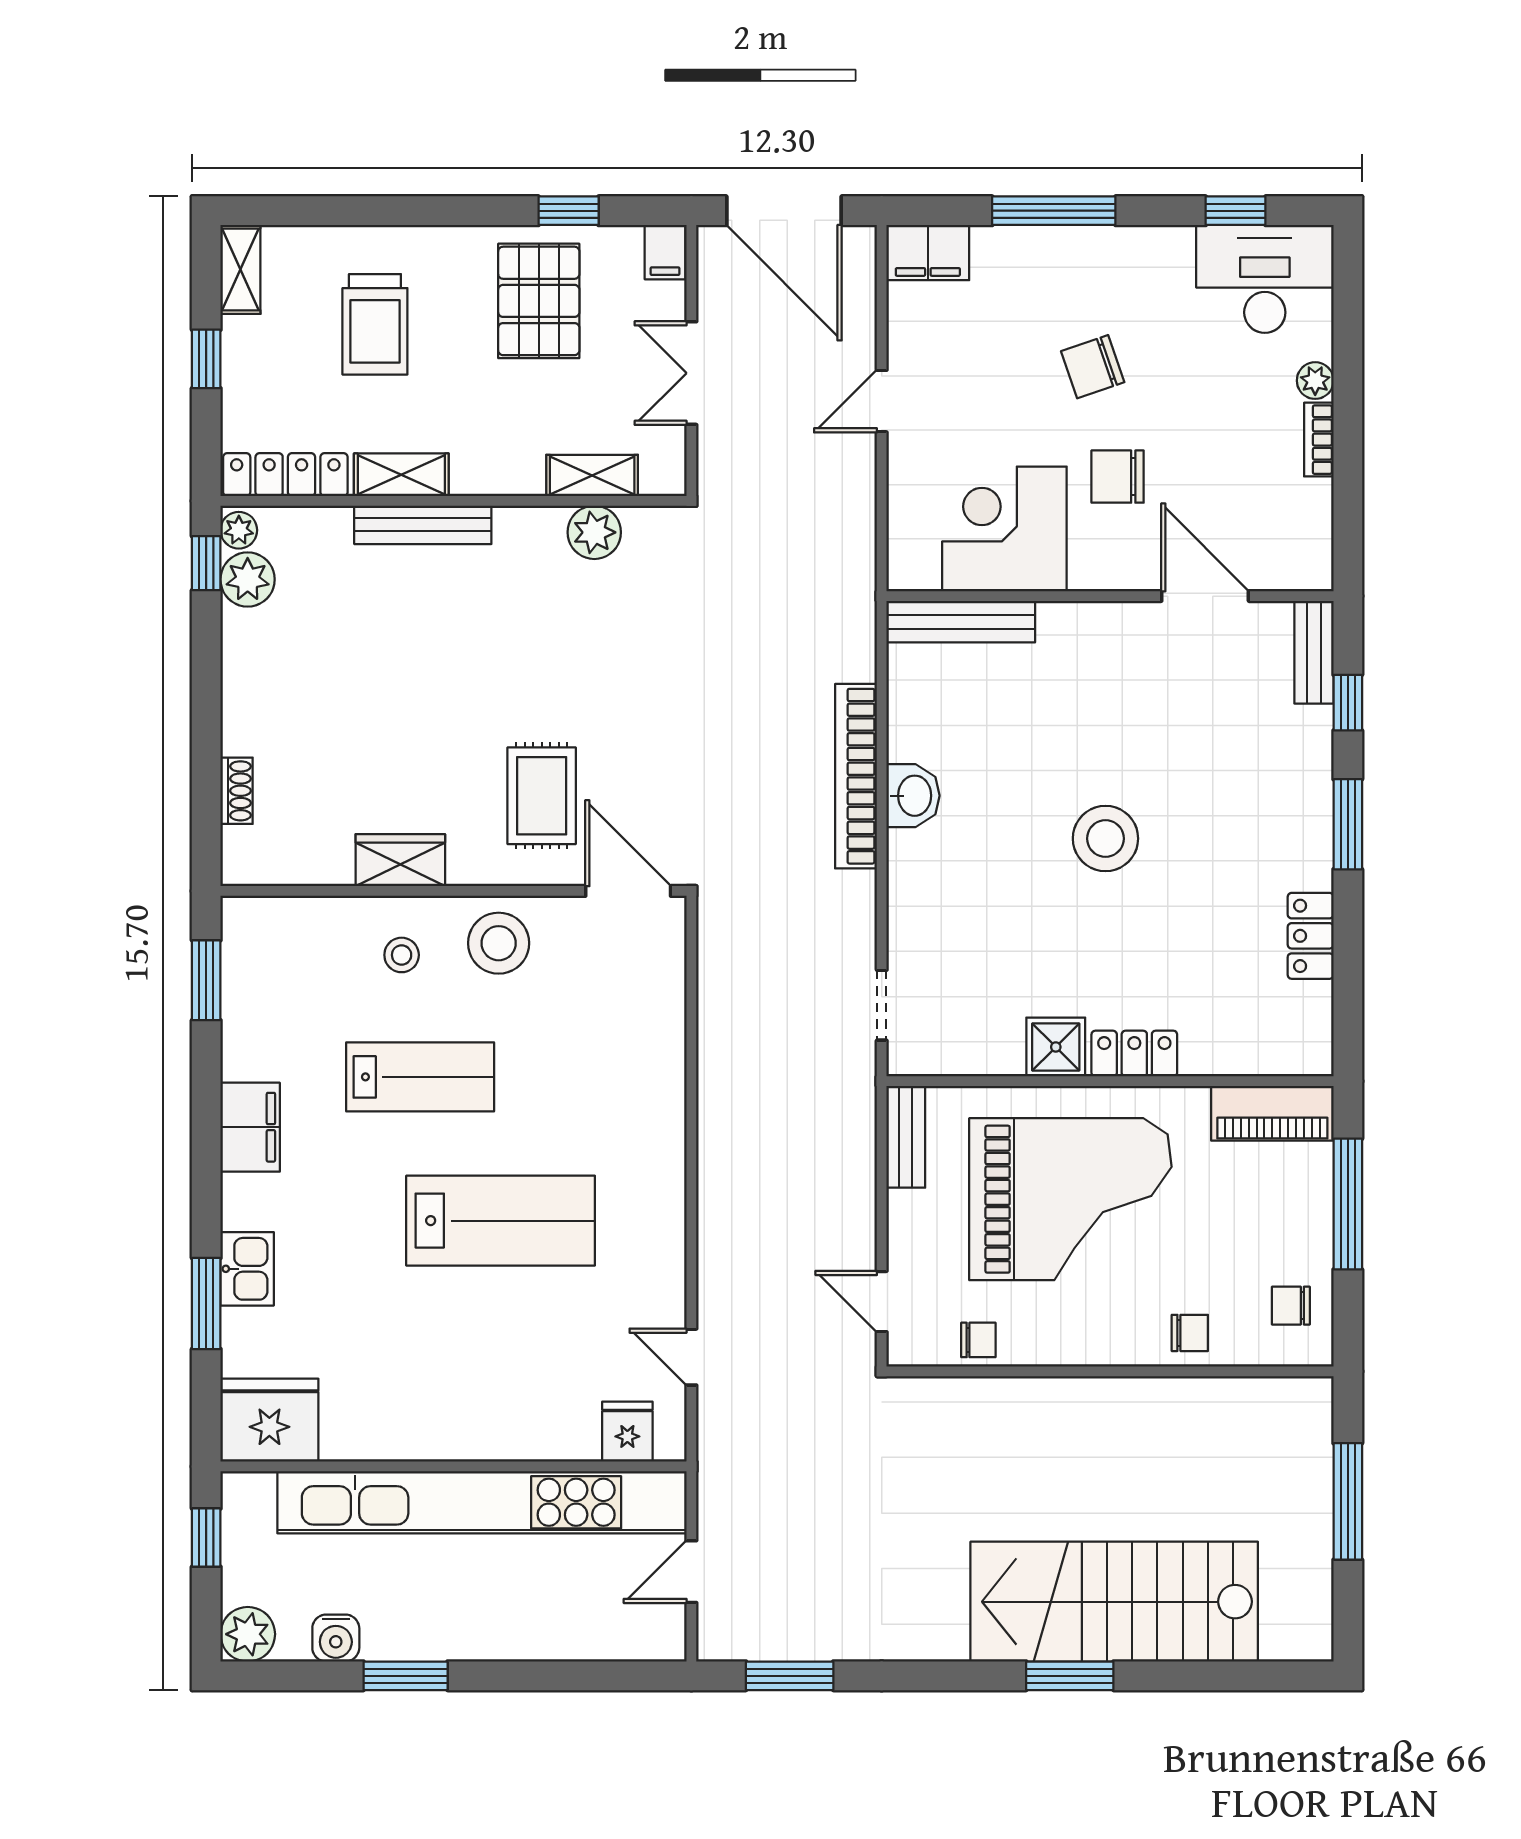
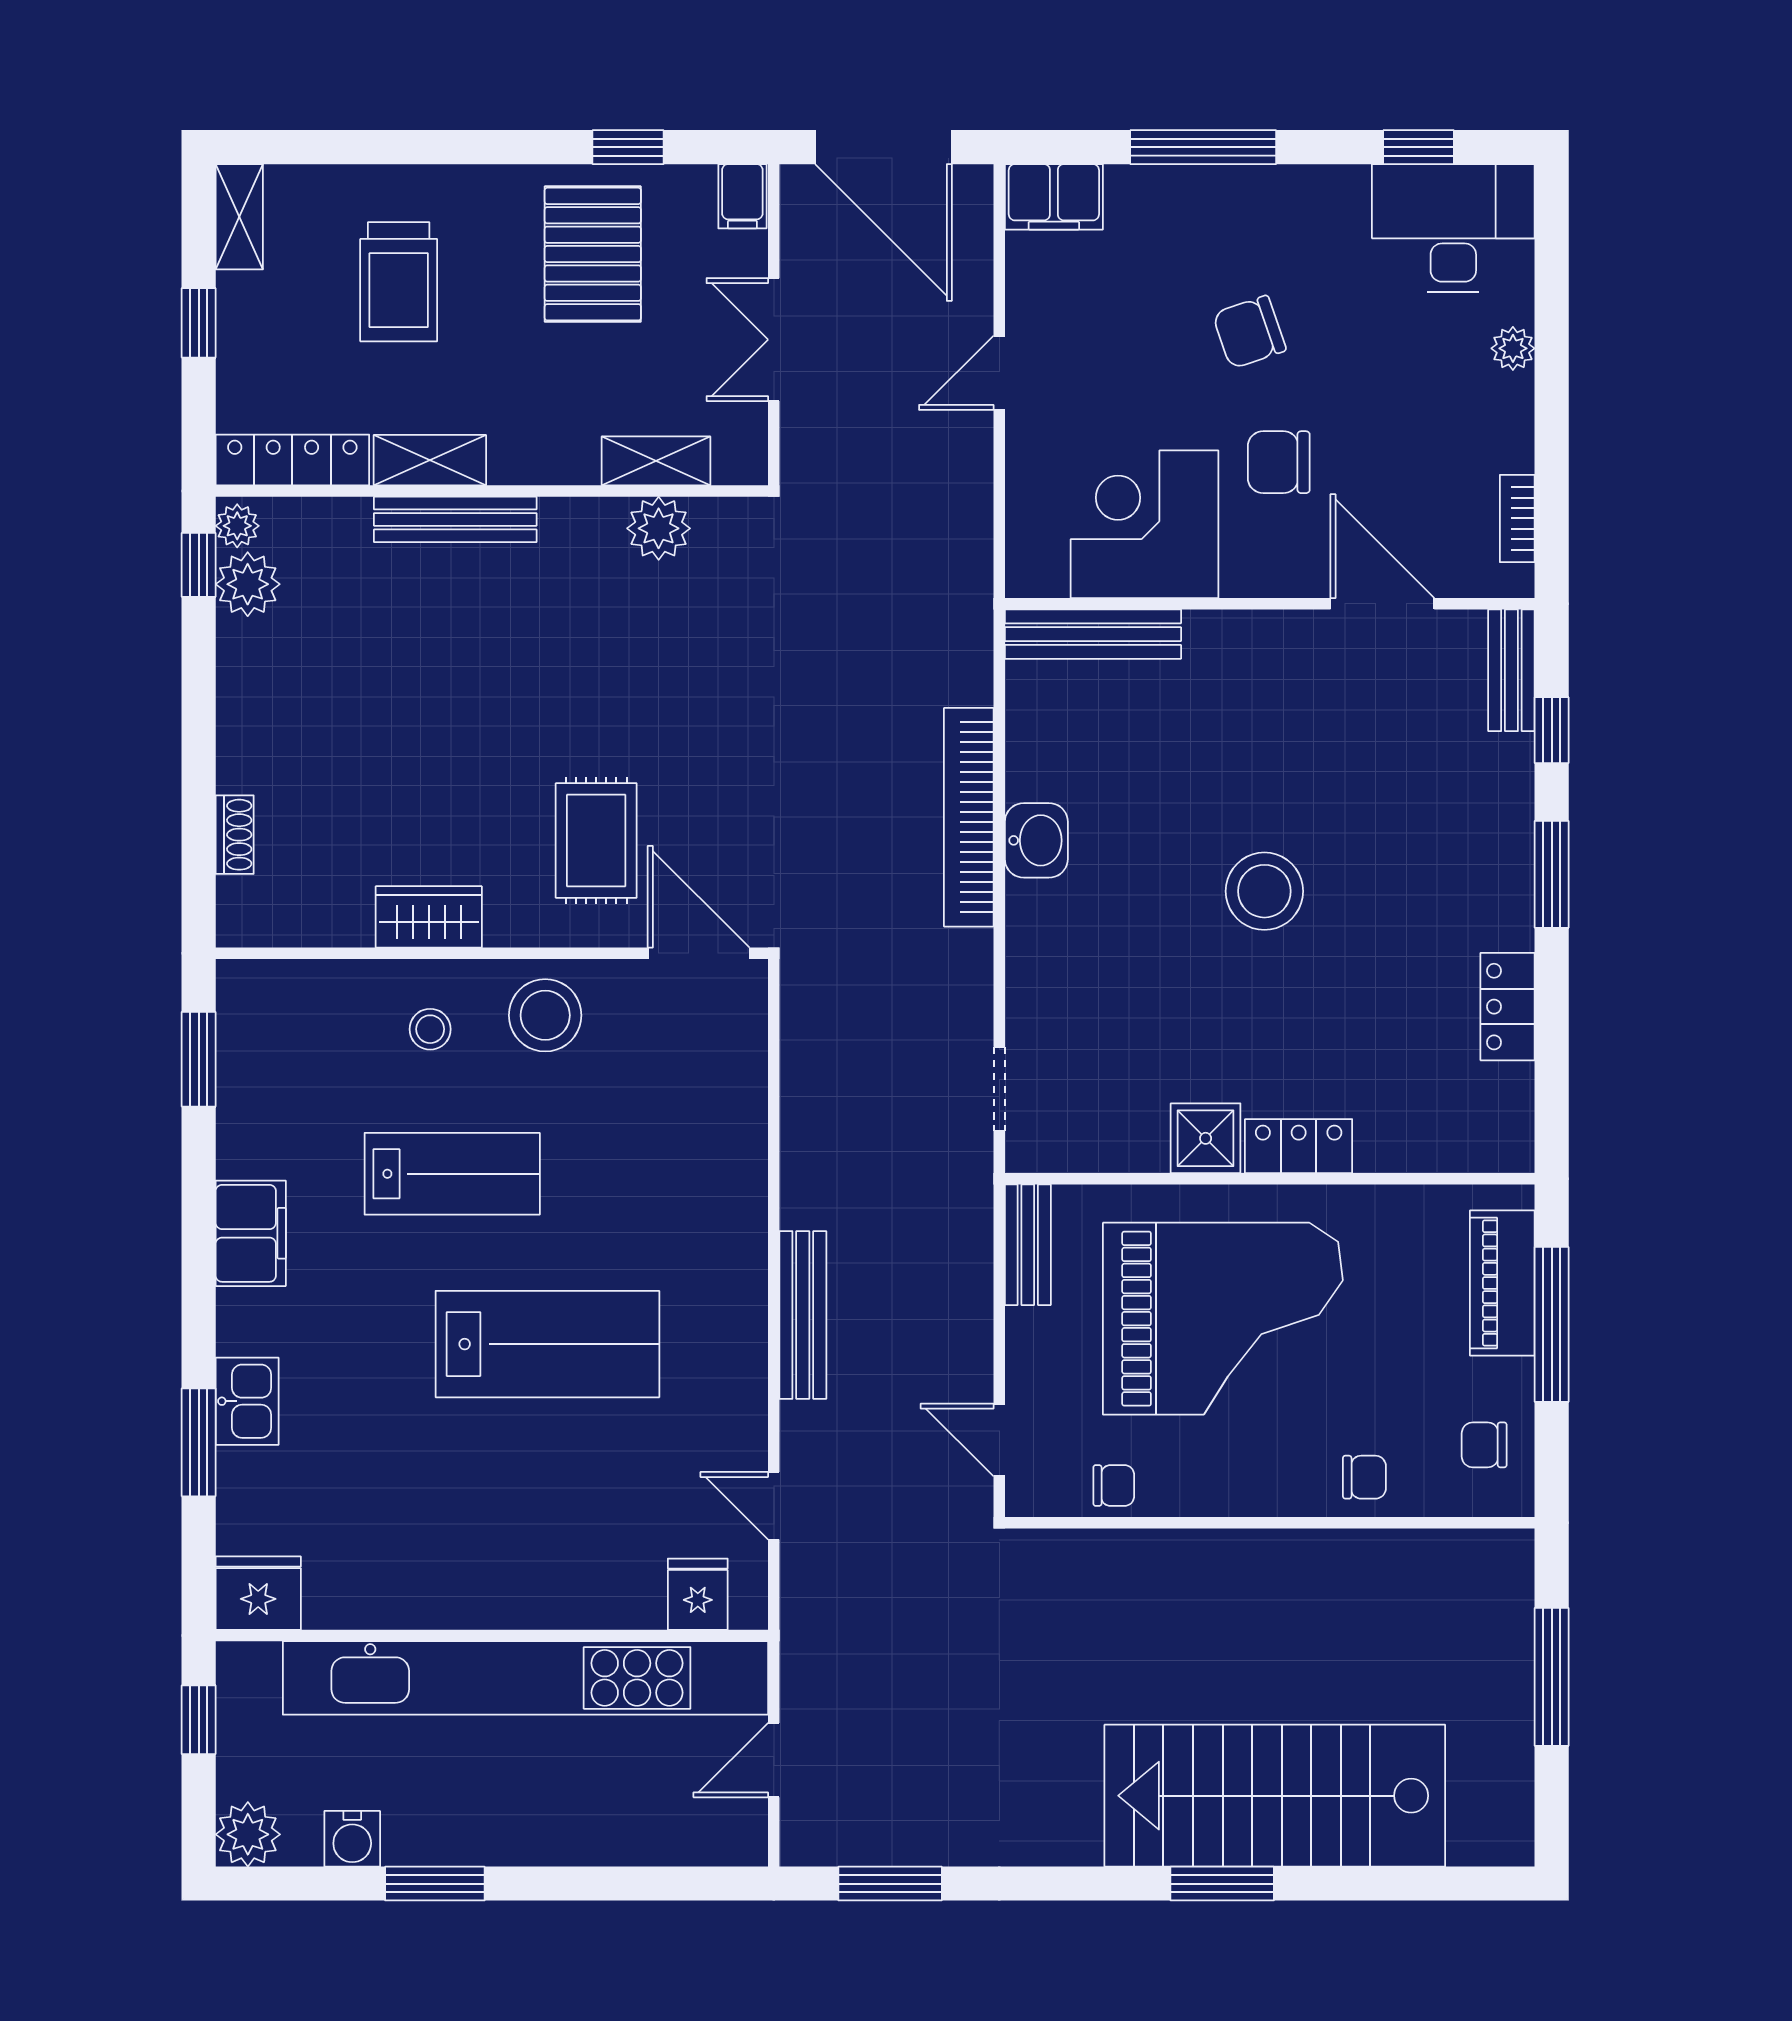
bookcase: (1319, 440) -> (1517, 518), moved
piano: (1272, 1113) -> (1502, 1283), moved, turned 90
bench: (716, 1196) -> (803, 1315), added
fridge: (269, 1420) -> (258, 1593), width x0.73, depth x0.75

